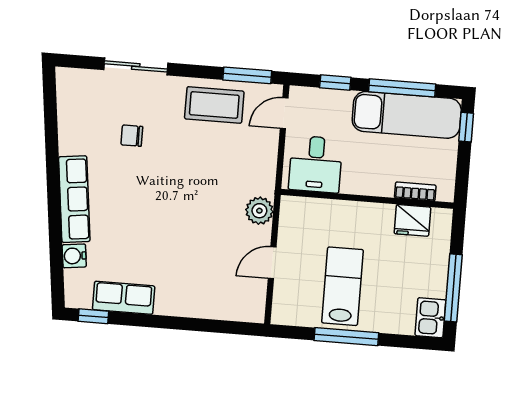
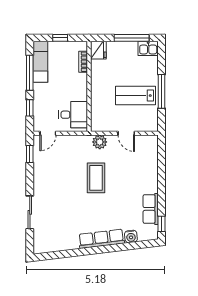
window: (247, 75) -> (30, 154), width x0.67
coffee table: (214, 105) -> (96, 178), moved
door: (284, 113) -> (48, 133), hinge flipped
exam couch: (407, 115) -> (40, 62), width x0.73, depth x0.69
window: (466, 127) -> (60, 38), moved
chair: (132, 136) -> (66, 211), removed
fridge: (412, 220) -> (98, 50), moved

